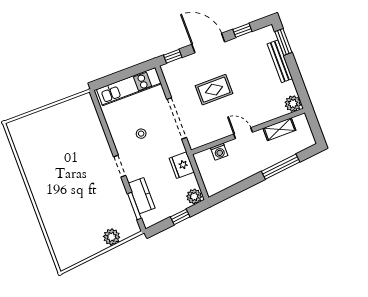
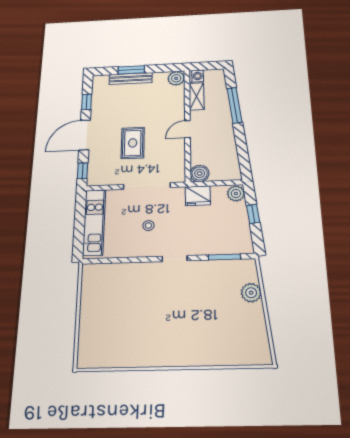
window: (283, 42) -> (131, 70), moved
washing machine: (219, 152) -> (196, 76), moved
boiler: (203, 159) -> (200, 173), added
kitchen counter: (142, 196) -> (216, 246), removed

